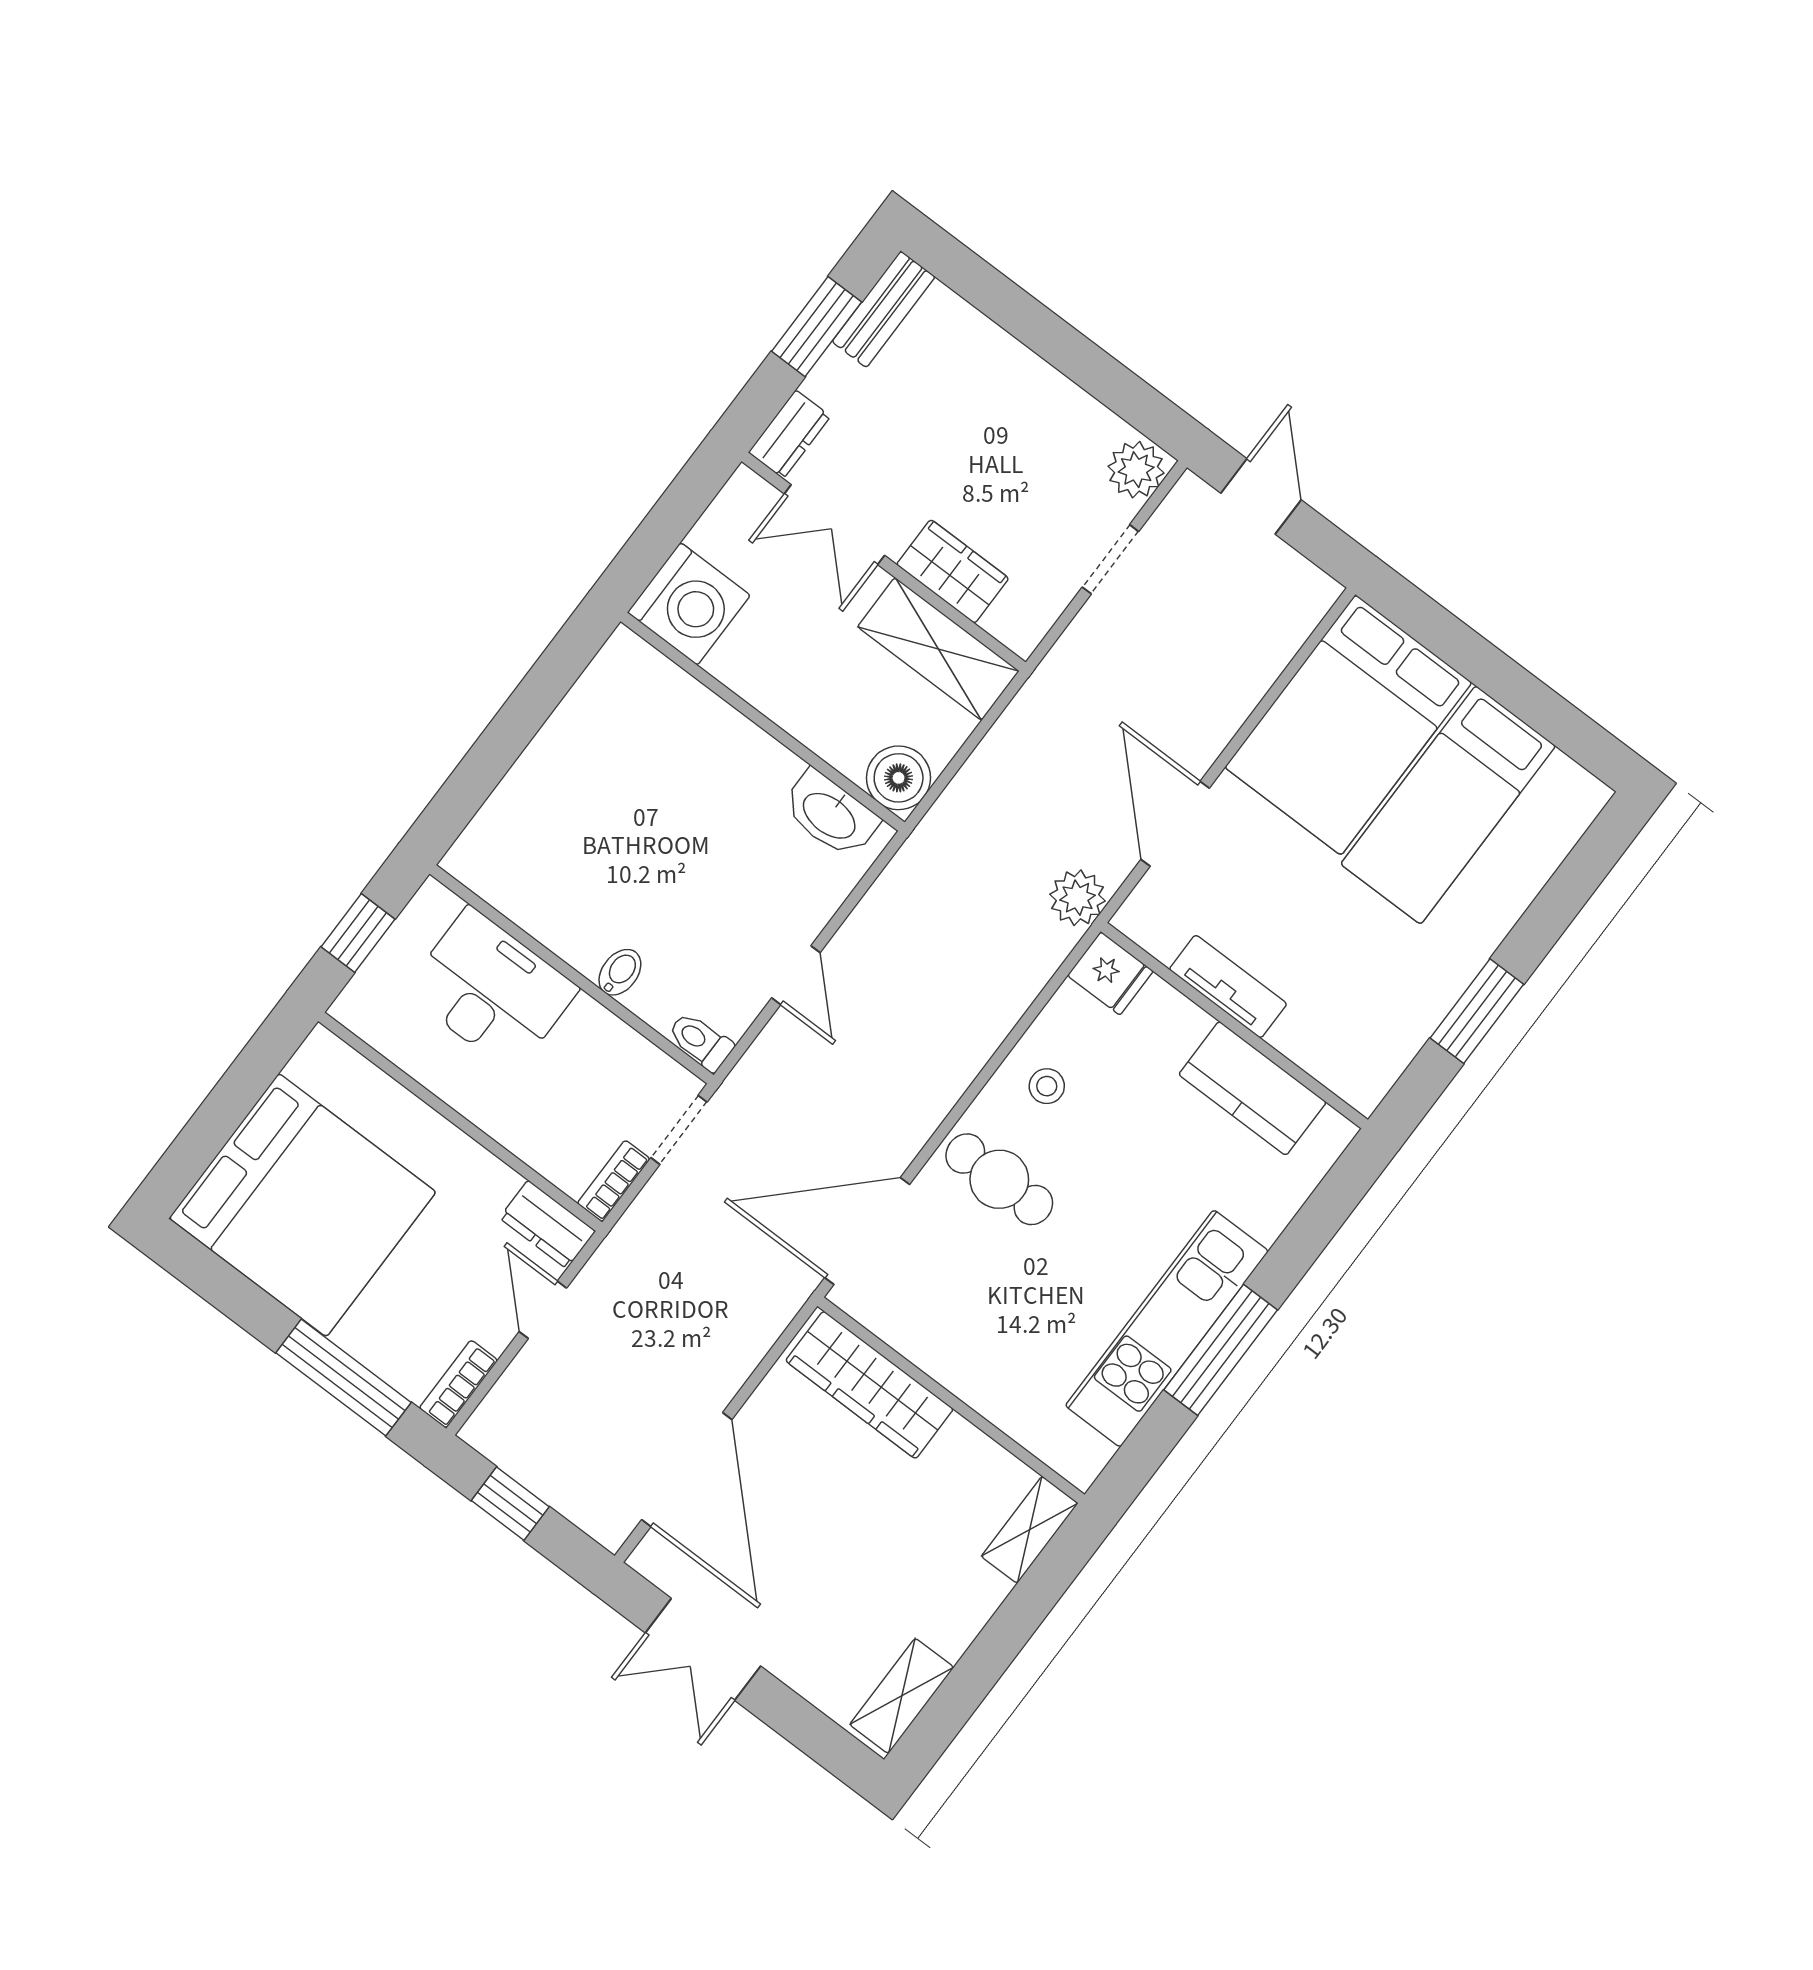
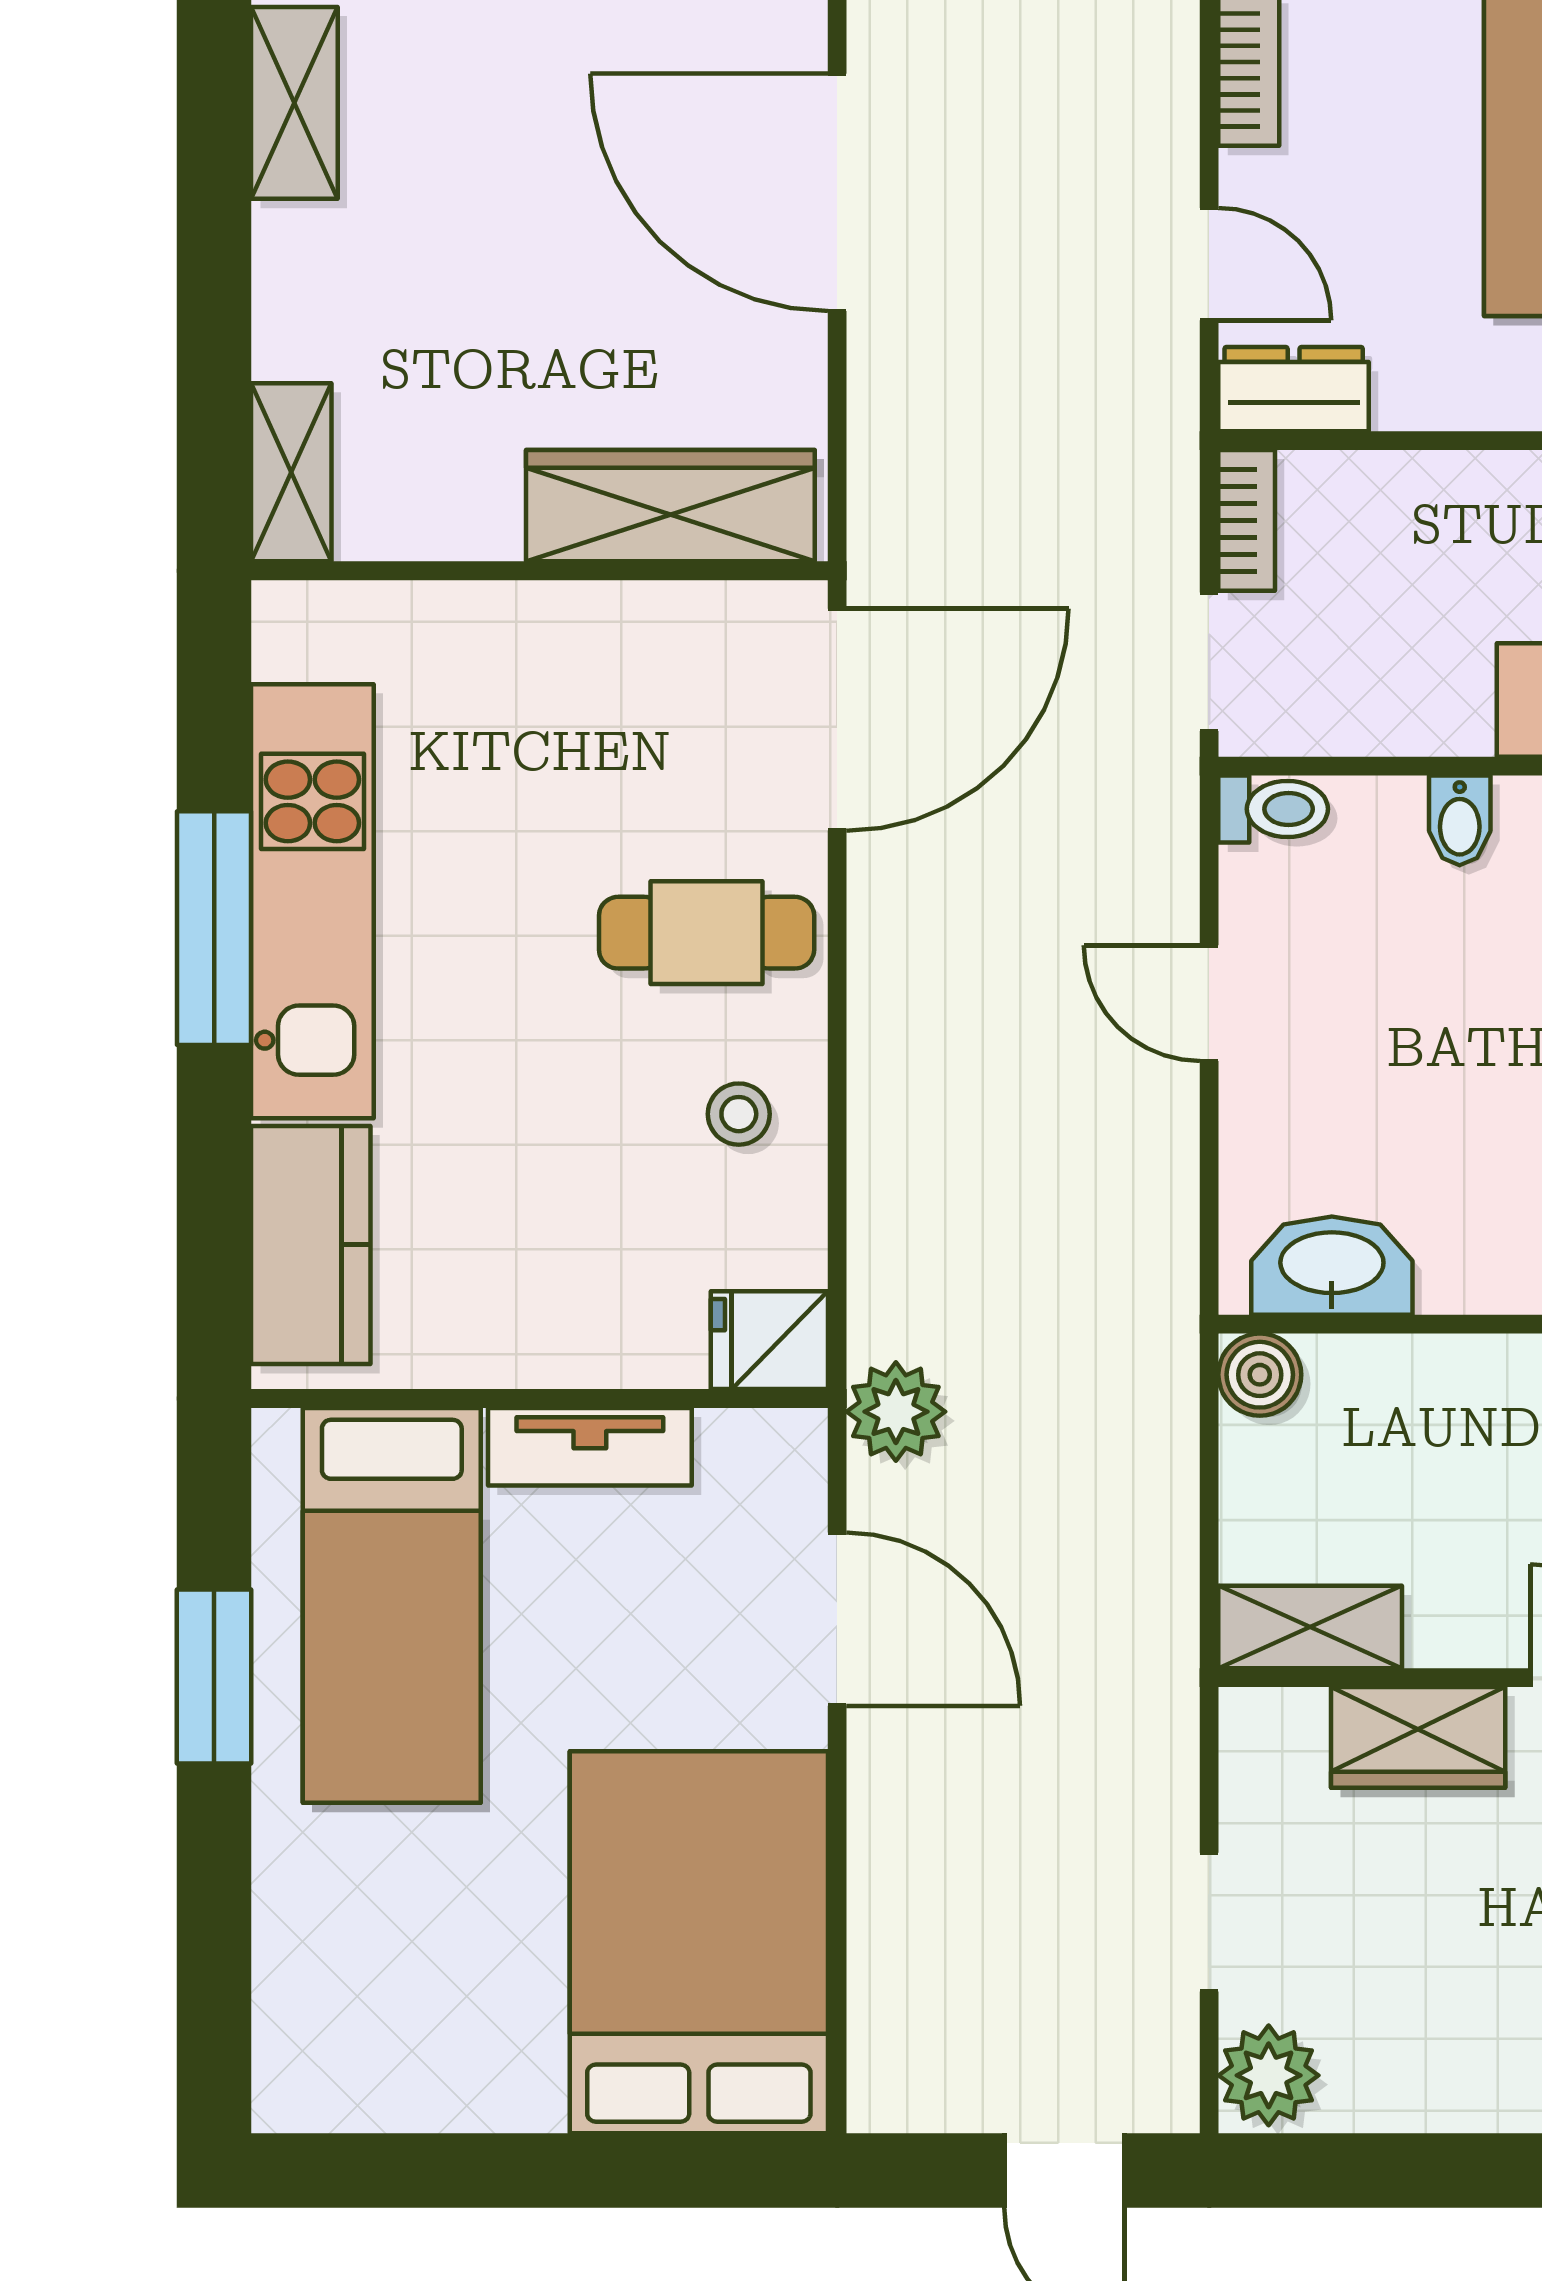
shelving: (938, 649) -> (1310, 1627), width x0.67, depth x0.75
boiler: (899, 778) -> (1260, 1375), width x0.73, depth x0.73
bed: (1448, 805) -> (392, 1605), moved, turned 180
kitchen counter: (1253, 1088) -> (311, 1245), moved, turned 90

